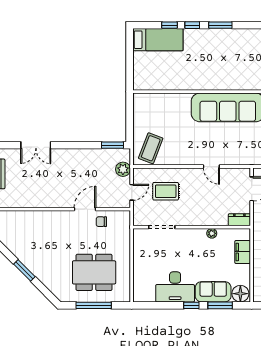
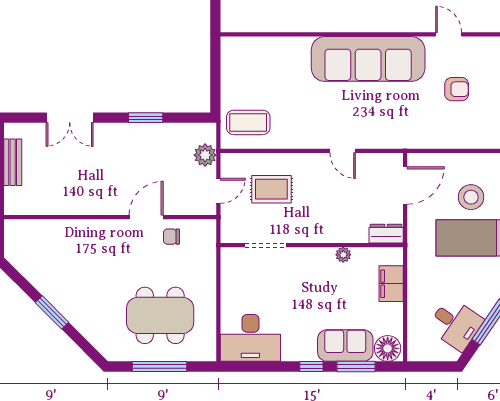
window: (112, 145) -> (146, 118), moved
coffee table: (151, 148) -> (248, 122), turned 69
desk: (175, 287) -> (250, 338), moved

